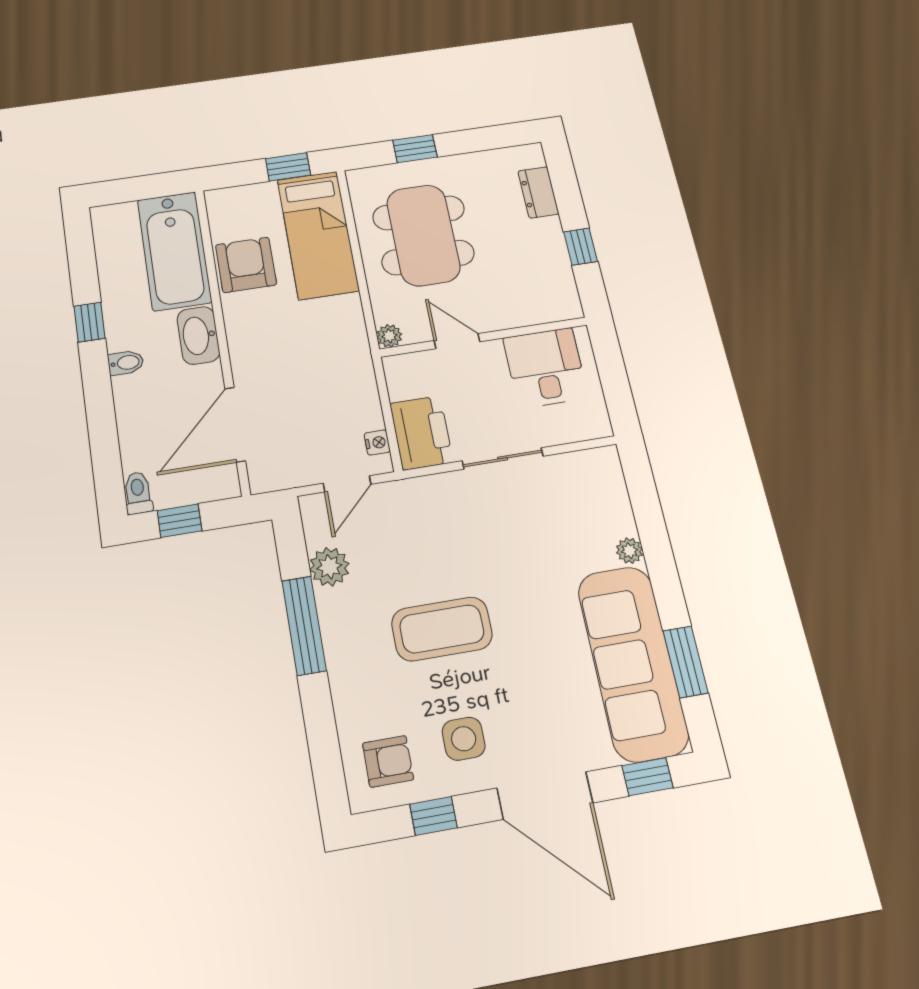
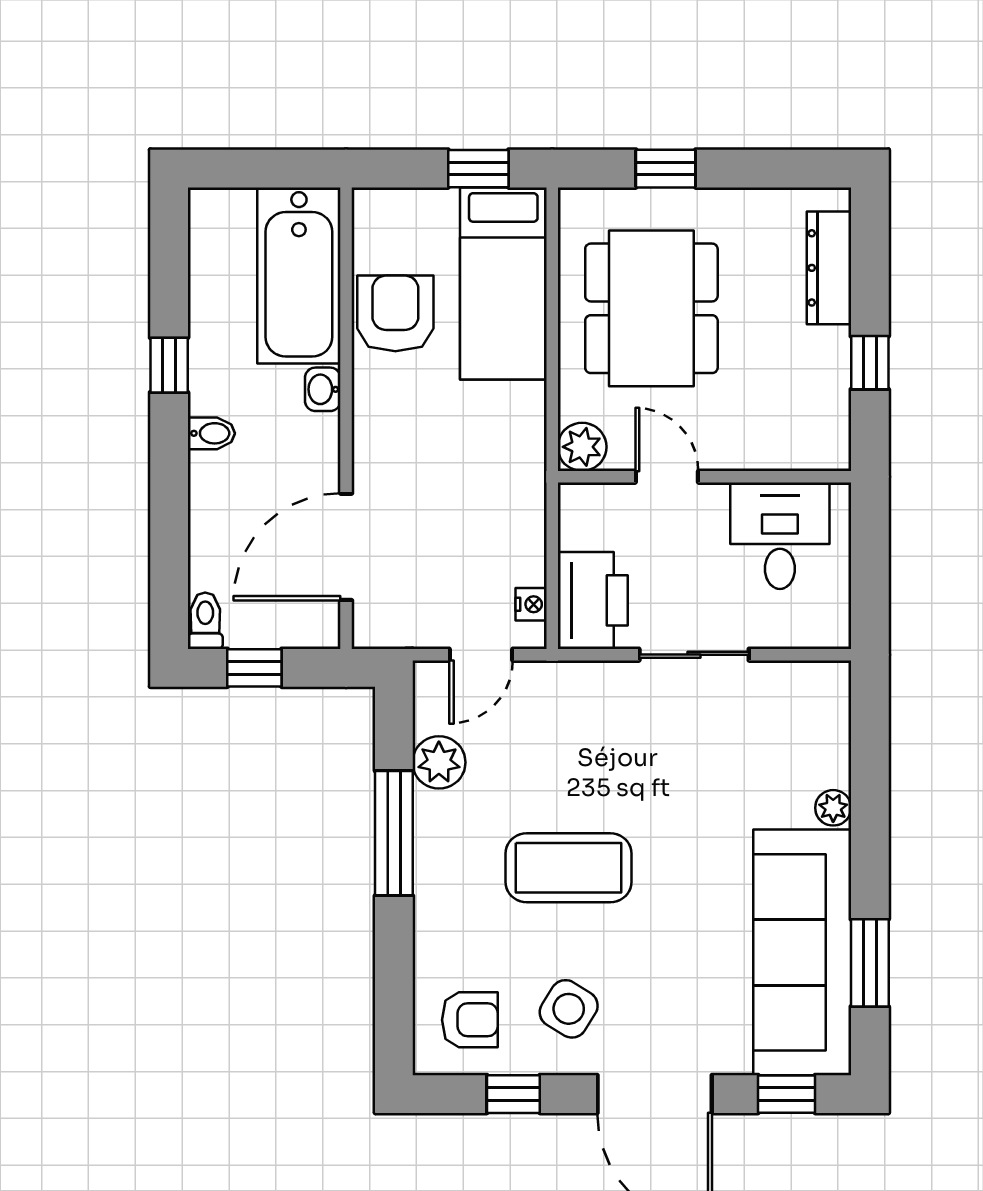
dresser: (538, 192) -> (829, 268), width x1.44
washbasin: (198, 335) -> (323, 389), width x0.52, depth x0.69
plant: (389, 336) -> (582, 447), width x1.38, depth x1.38
side table: (464, 739) -> (569, 1009), turned 32

